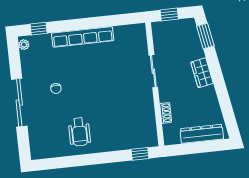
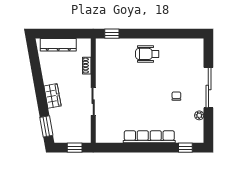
plant: (24, 45) -> (199, 115), moved
wheelchair: (79, 132) -> (147, 54), moved, turned -90

